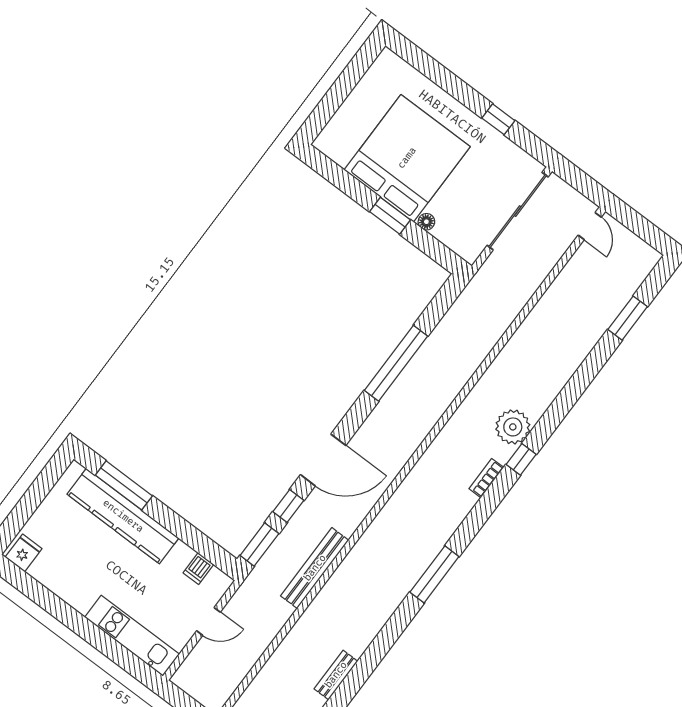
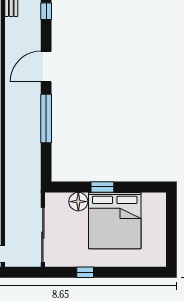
floor lamp: (426, 222) -> (78, 202), width x1.89, depth x1.89
door: (323, 460) -> (46, 66), moved

